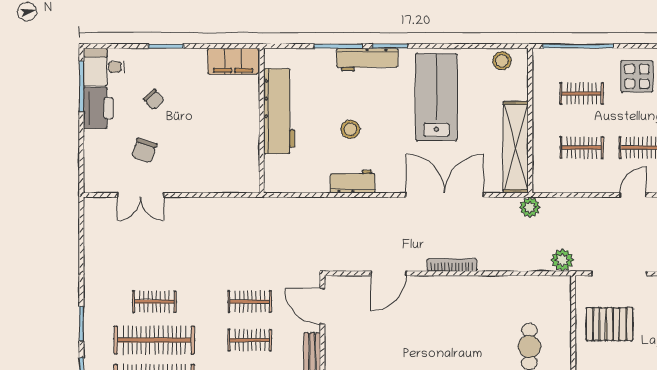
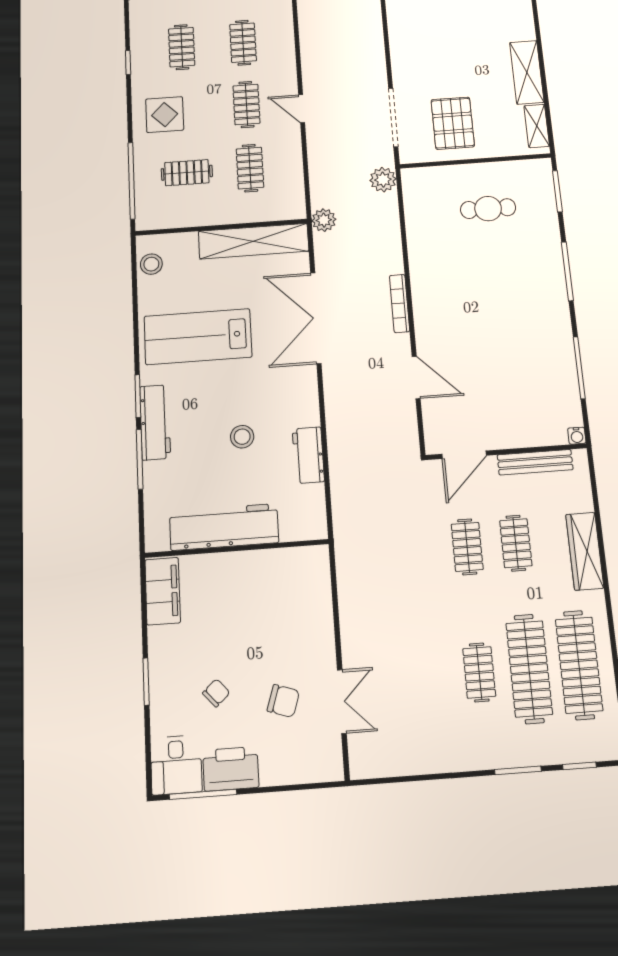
clothes rail: (582, 94) -> (187, 173), turned 90
workbench: (353, 182) -> (308, 455), moved

